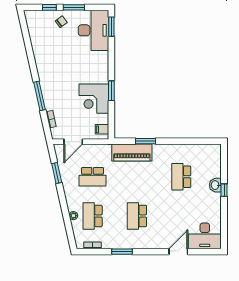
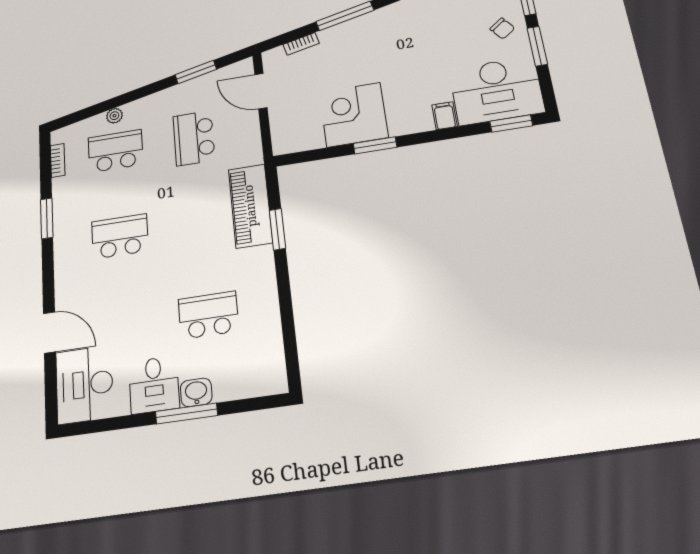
filing cabinet: (102, 129) -> (445, 116), moved
window: (224, 190) -> (186, 414), width x2.17
desk: (209, 204) -> (154, 385), added

